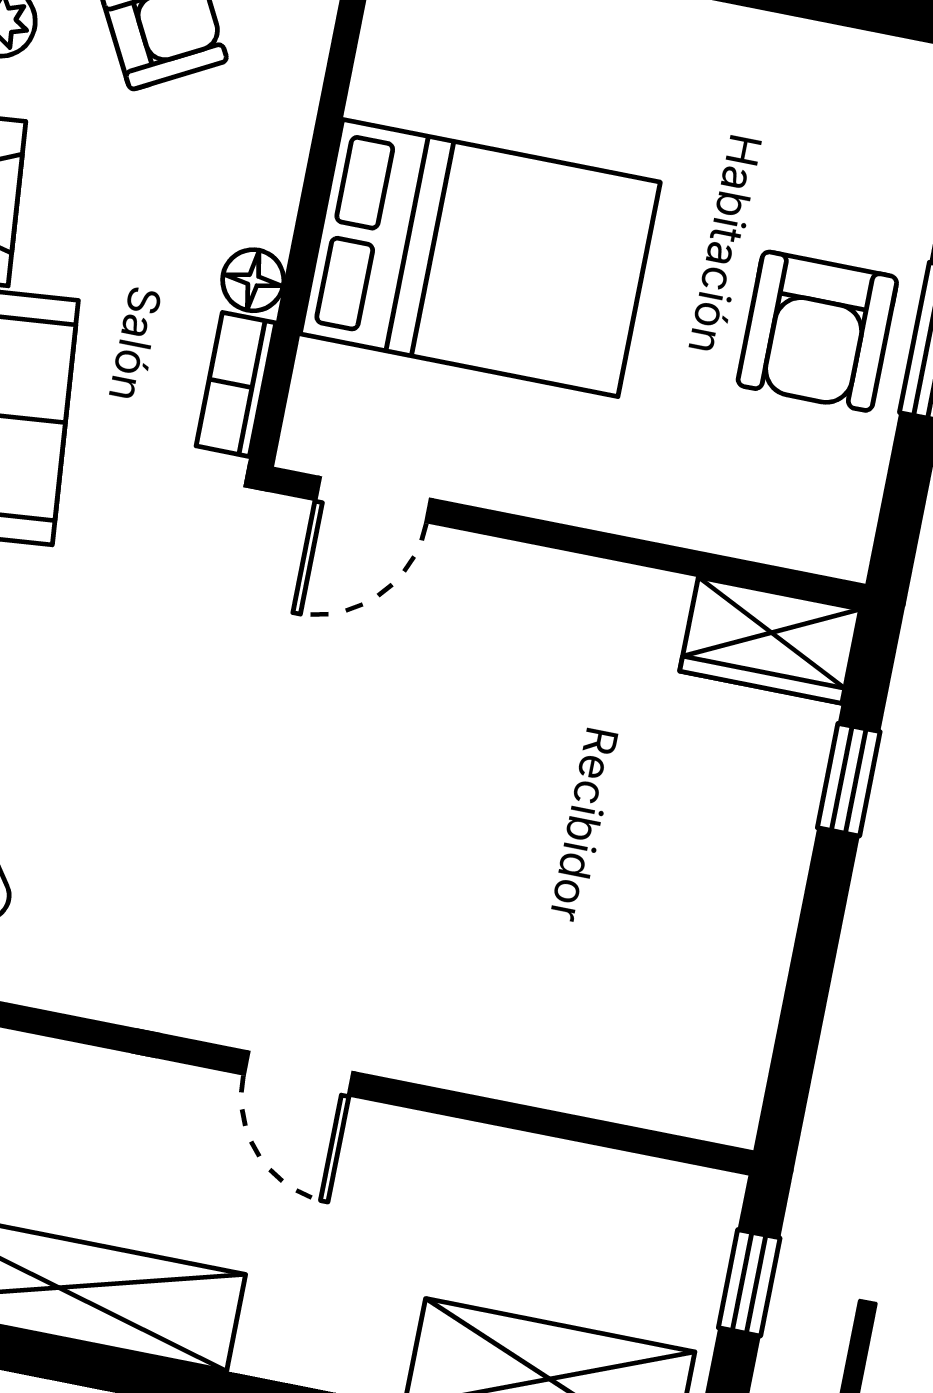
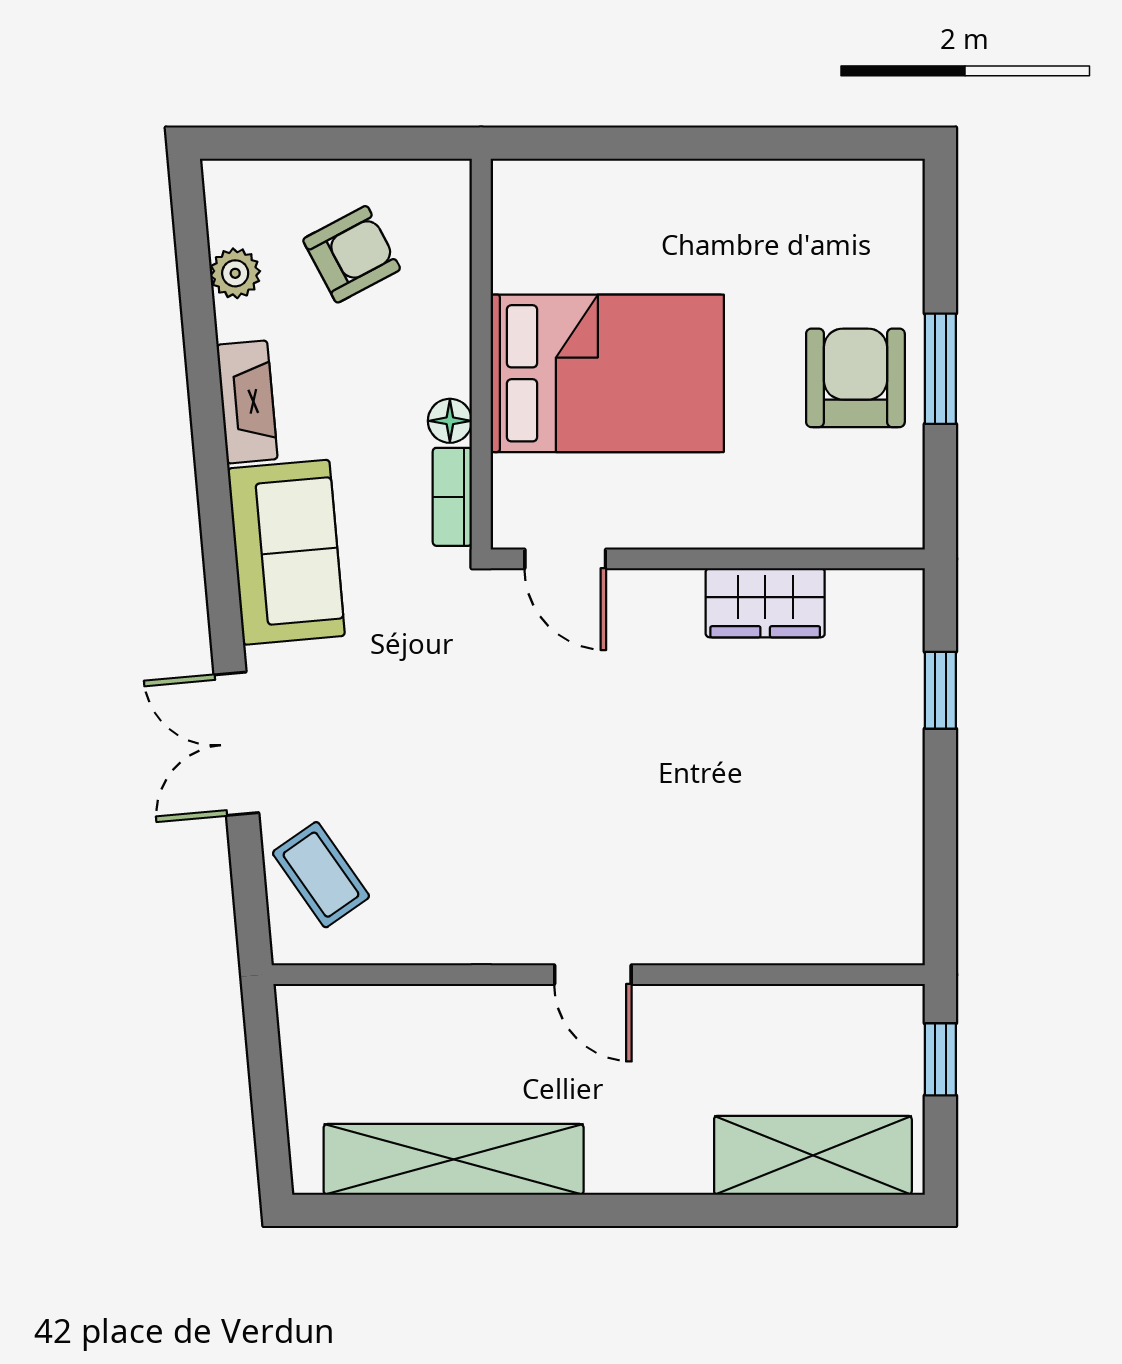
armchair: (817, 331) -> (855, 378), turned 180
door: (373, 500) -> (565, 559), hinge flipped
wardrobe: (770, 640) -> (765, 603), moved

